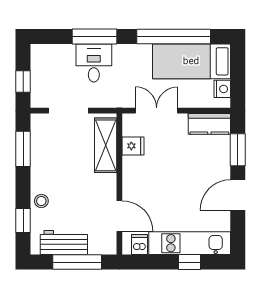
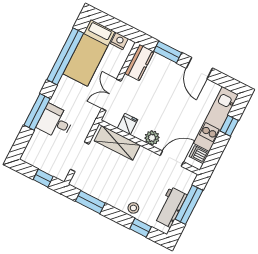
plant: (132, 182) -> (152, 138), added

